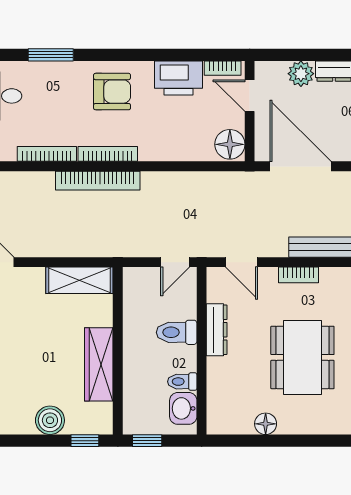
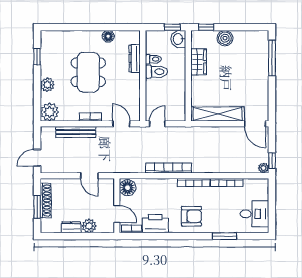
armchair: (112, 92) -> (191, 216), turned 180
door: (300, 166) -> (89, 176), width x0.53
bookcase: (98, 181) -> (169, 168), moved
shelving: (79, 280) -> (218, 114), width x1.47
dresser: (217, 330) -> (135, 58), moved
toilet: (177, 332) -> (156, 72), moved
wardrobe: (99, 364) -> (199, 62), width x0.67
washbasin: (183, 408) -> (178, 39), moved, turned 180

